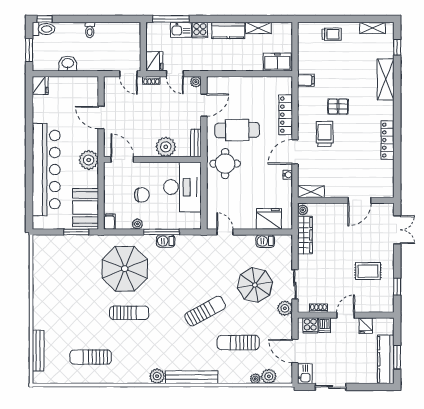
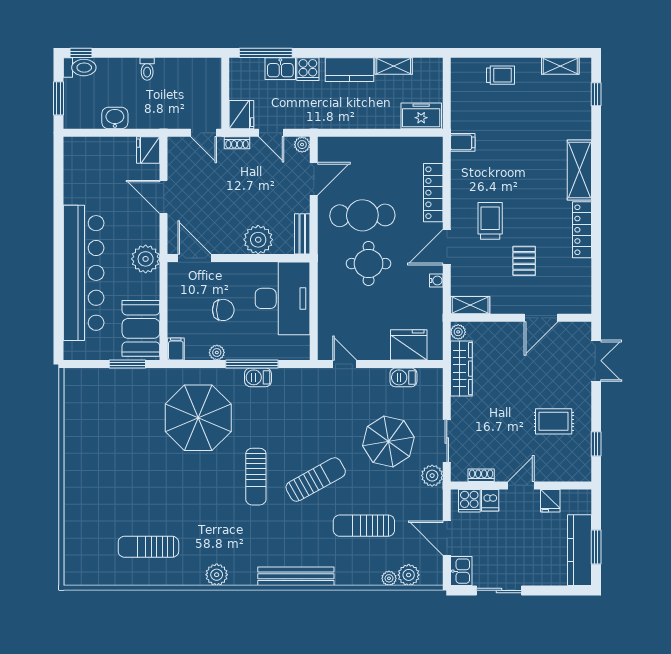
shelving: (386, 79) -> (579, 170), moved
fridge: (40, 85) -> (148, 150), moved, turned 180
pallet: (338, 107) -> (524, 261), moved, turned 90
round table: (225, 164) -> (369, 264), moved
sun lounger: (129, 313) -> (256, 477), moved, turned 90
bench: (38, 351) -> (72, 538), removed
plant: (157, 376) -> (217, 575), moved

